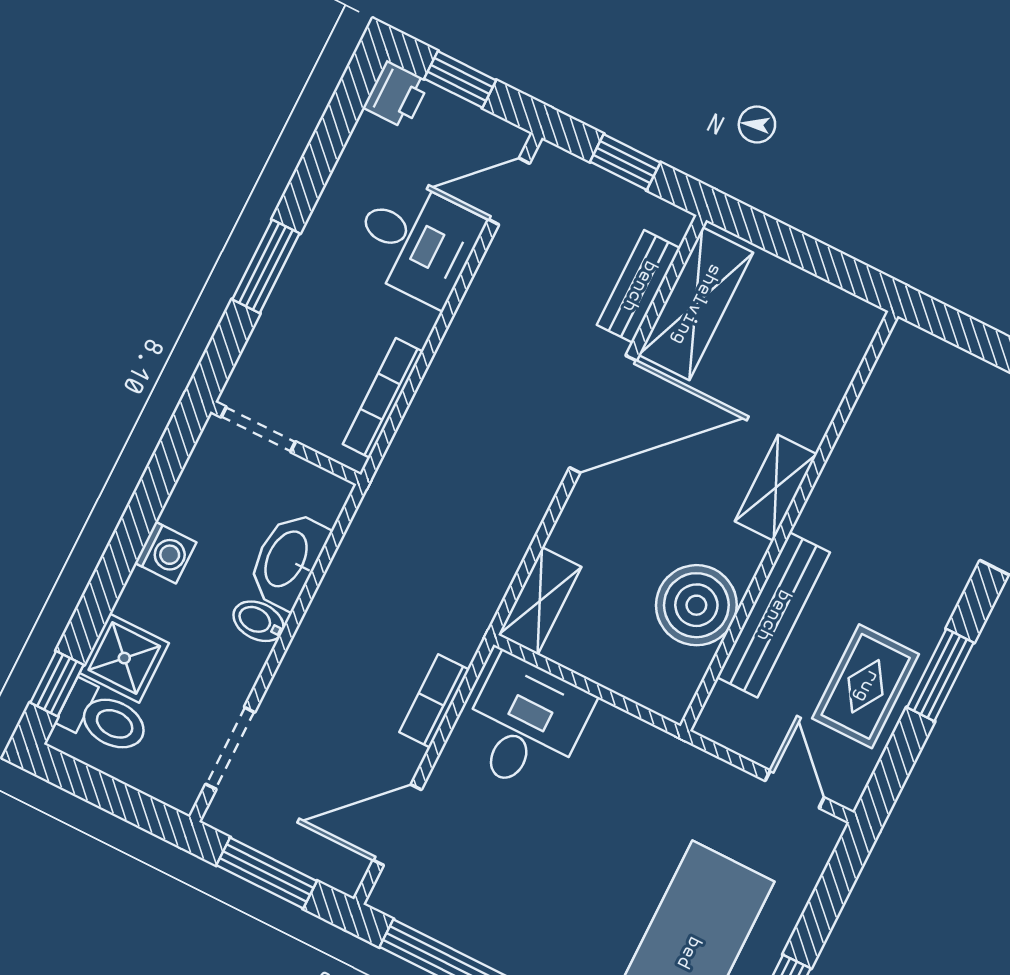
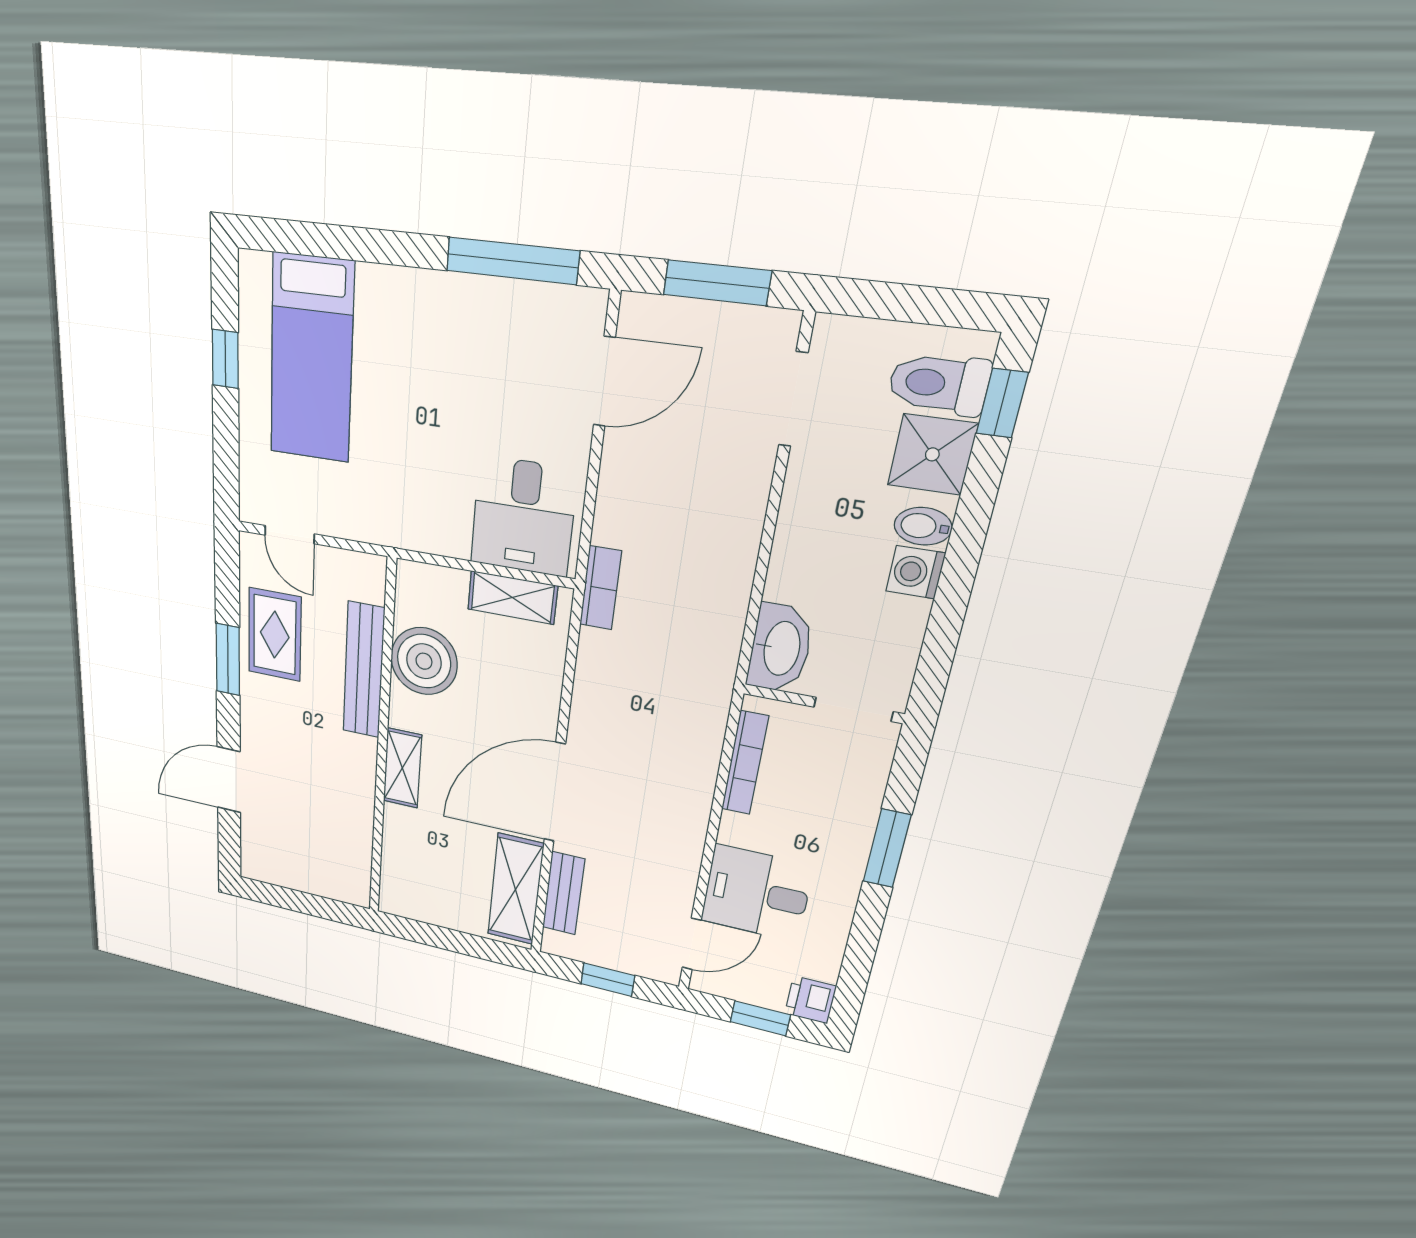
washbasin: (287, 560) -> (780, 648), moved
shelving: (540, 601) -> (512, 597), moved, turned 90
bidet: (259, 621) -> (923, 526), moved, turned 180
bookcase: (434, 701) -> (600, 588), moved

